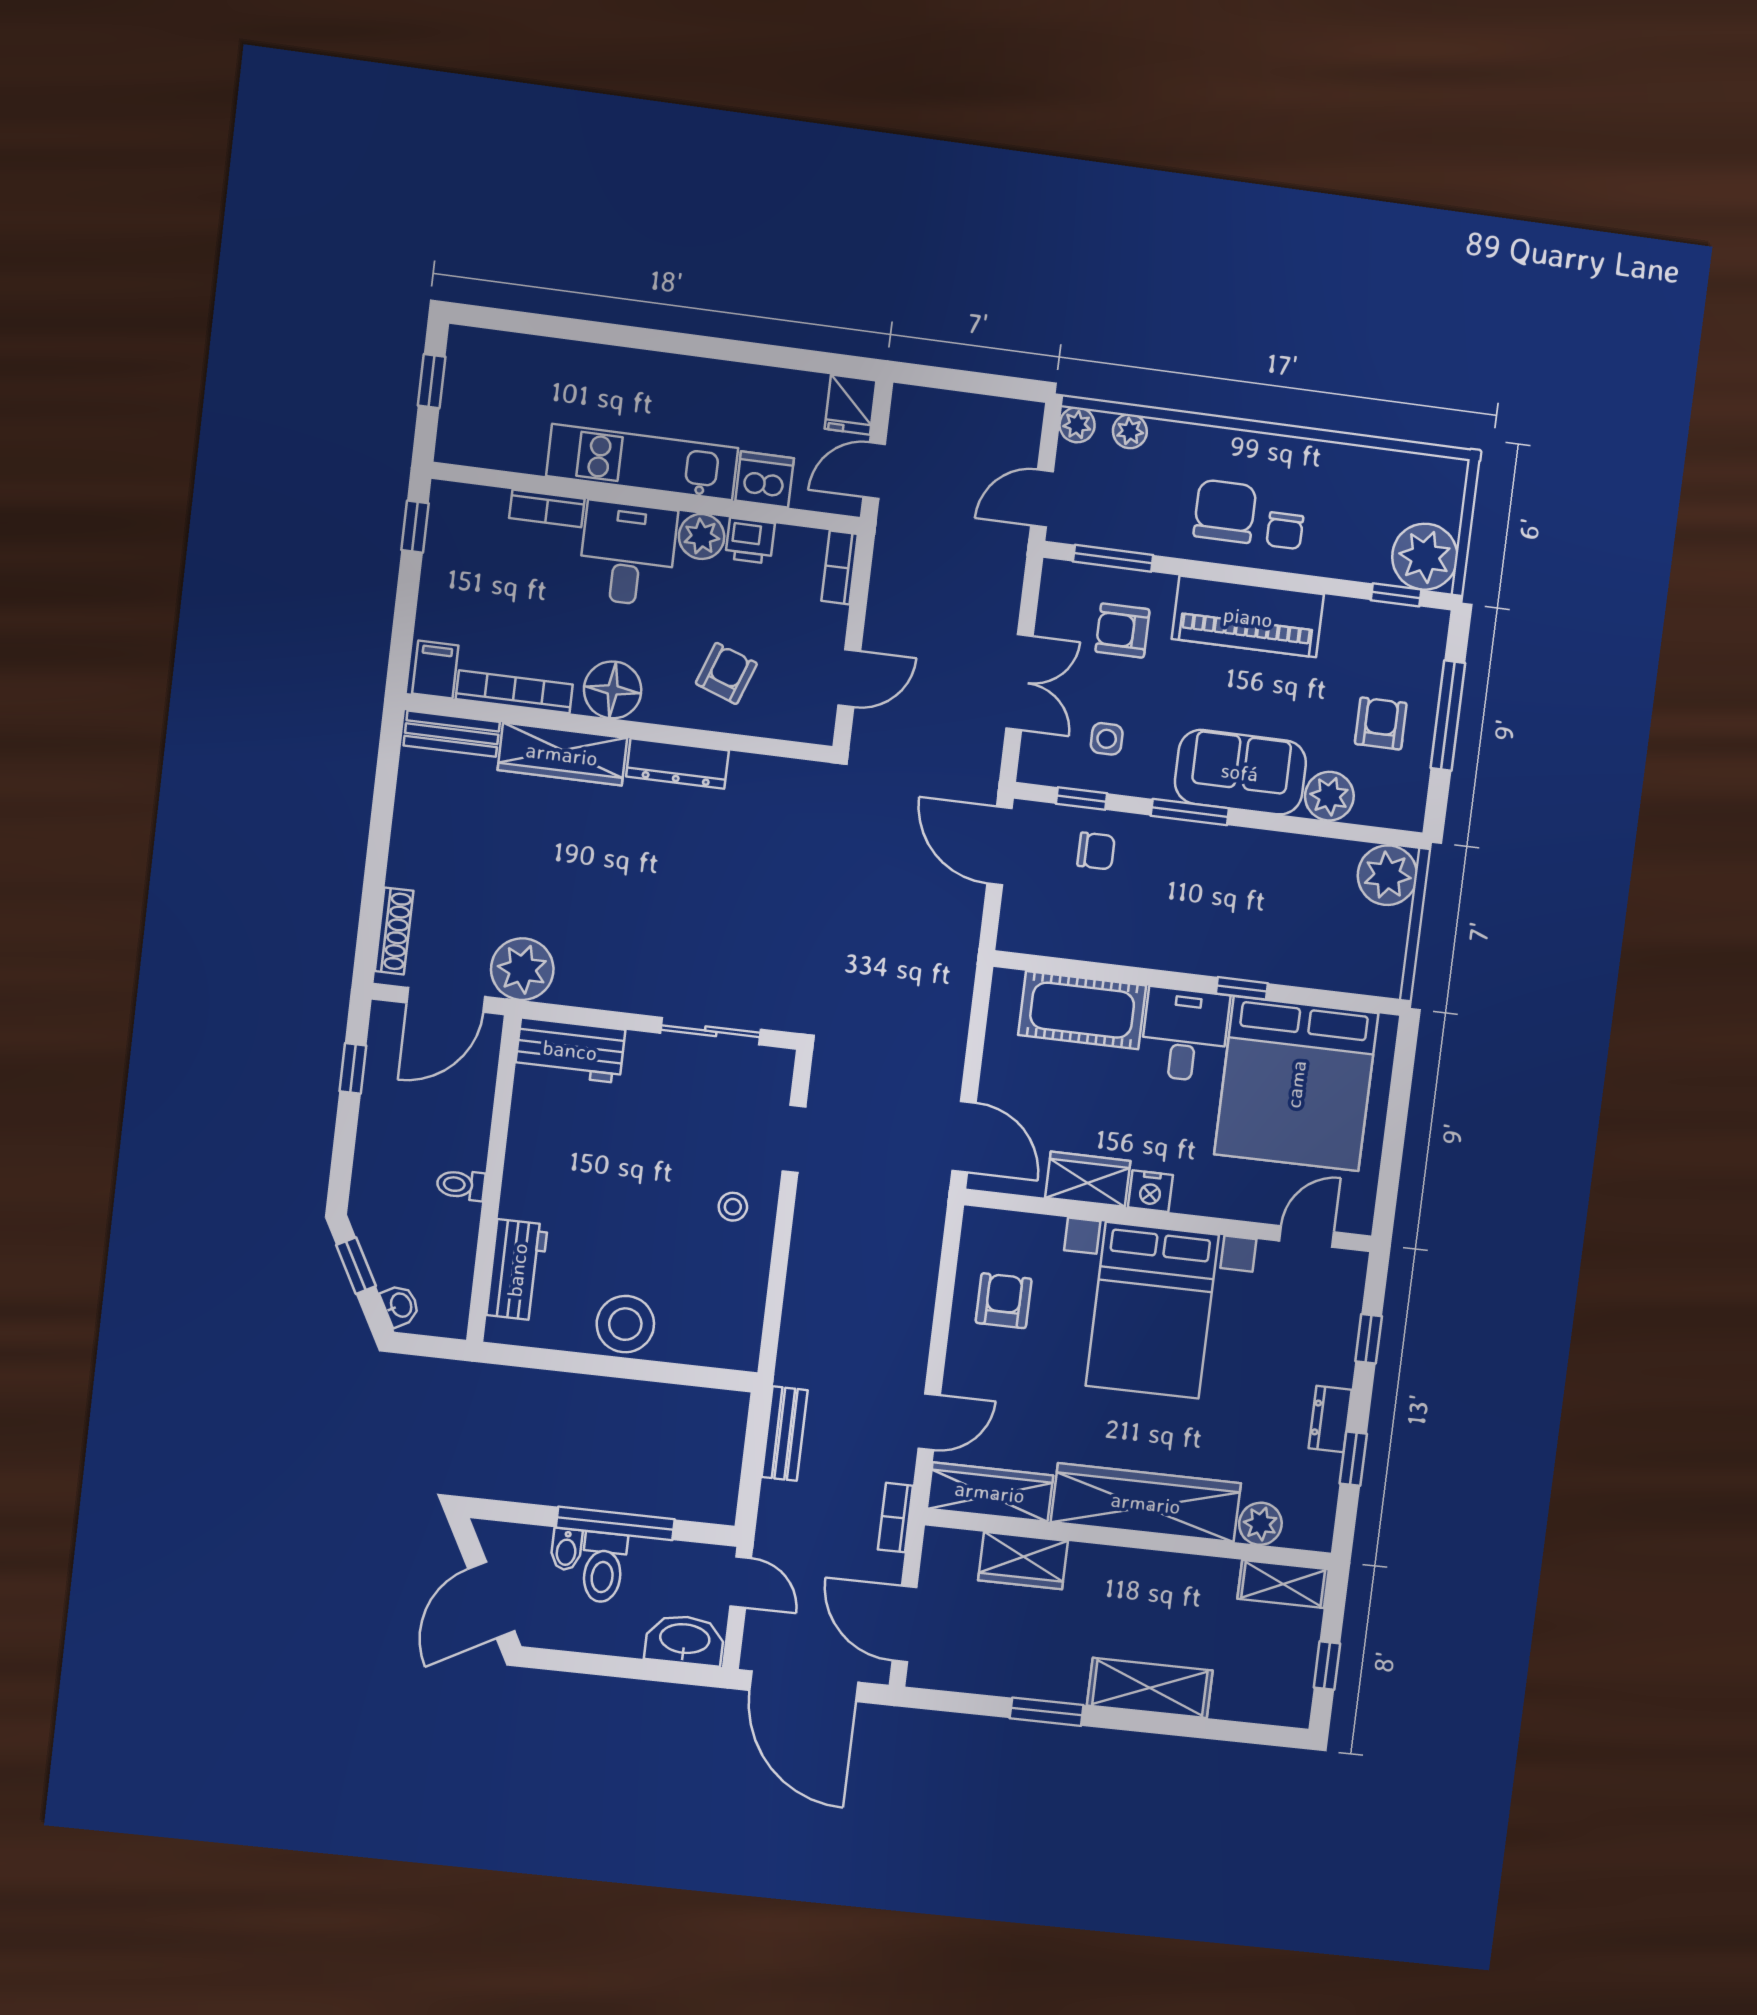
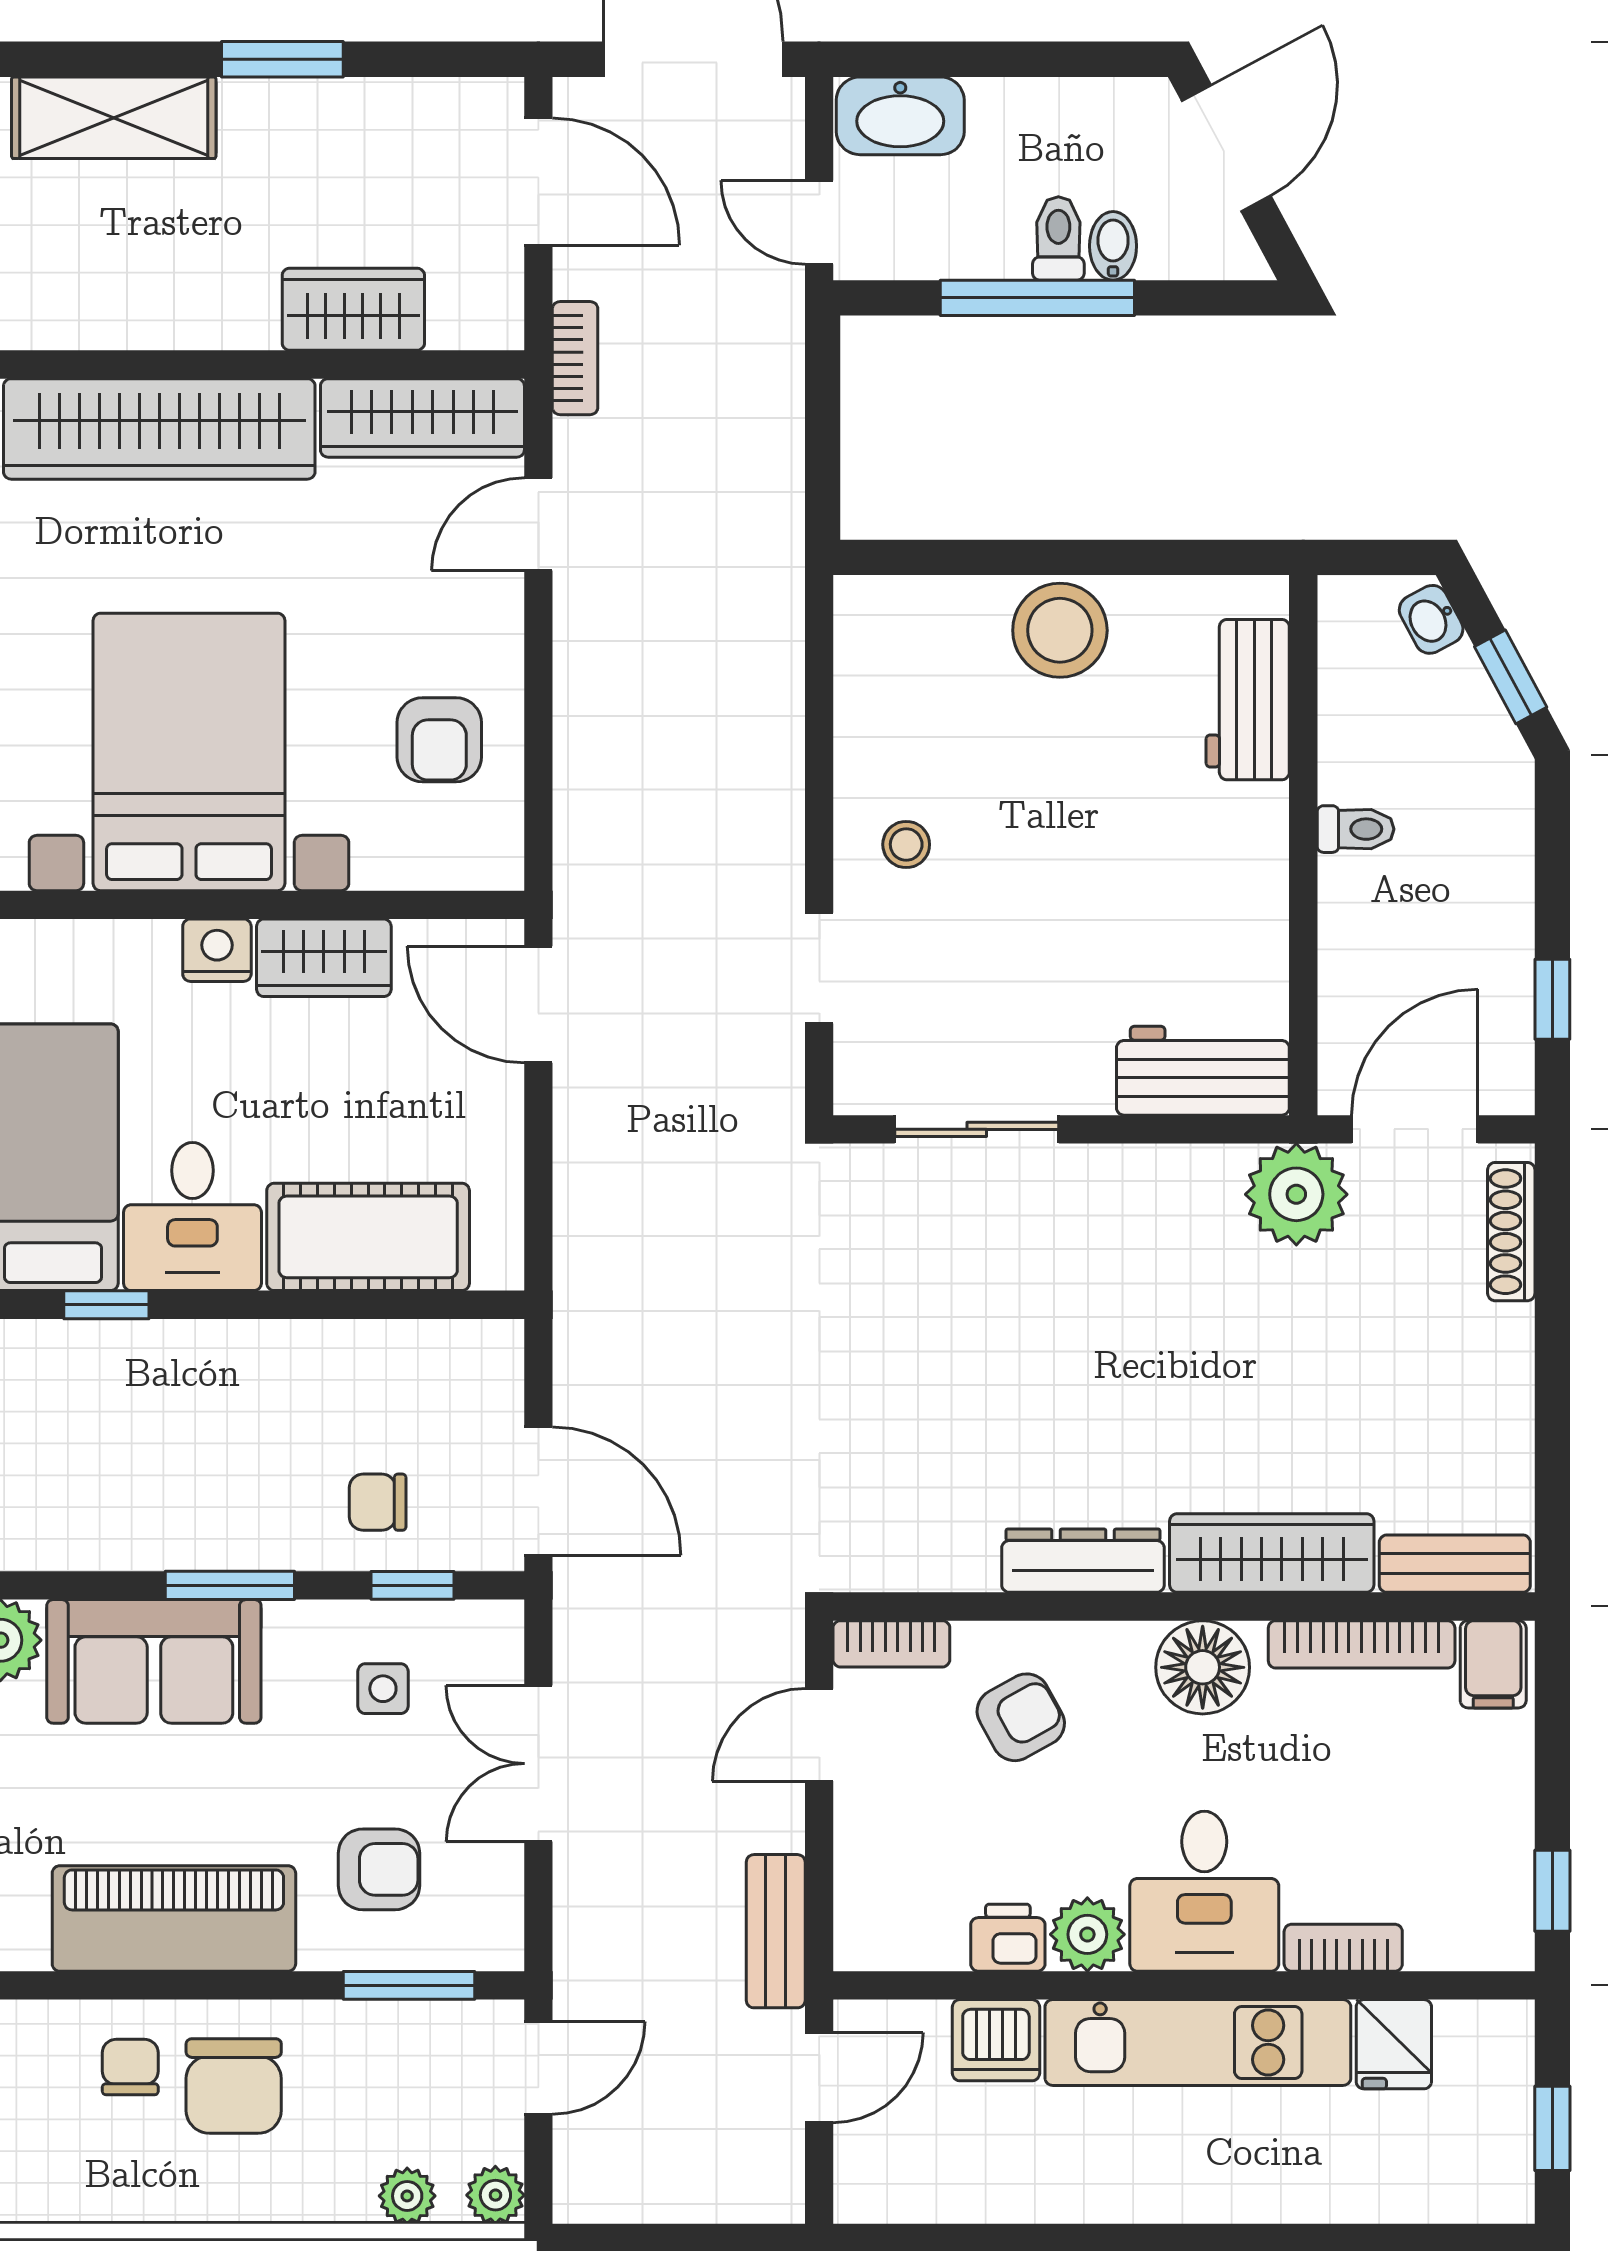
fridge: (850, 405) -> (1394, 2044), moved, turned 180
bookcase: (840, 567) -> (891, 1644), moved, turned 90
armchair: (726, 673) -> (1021, 1717), turned -139
bench: (785, 1434) -> (776, 1931), moved
toilet: (603, 1567) -> (1058, 239), width x0.73, depth x0.72

